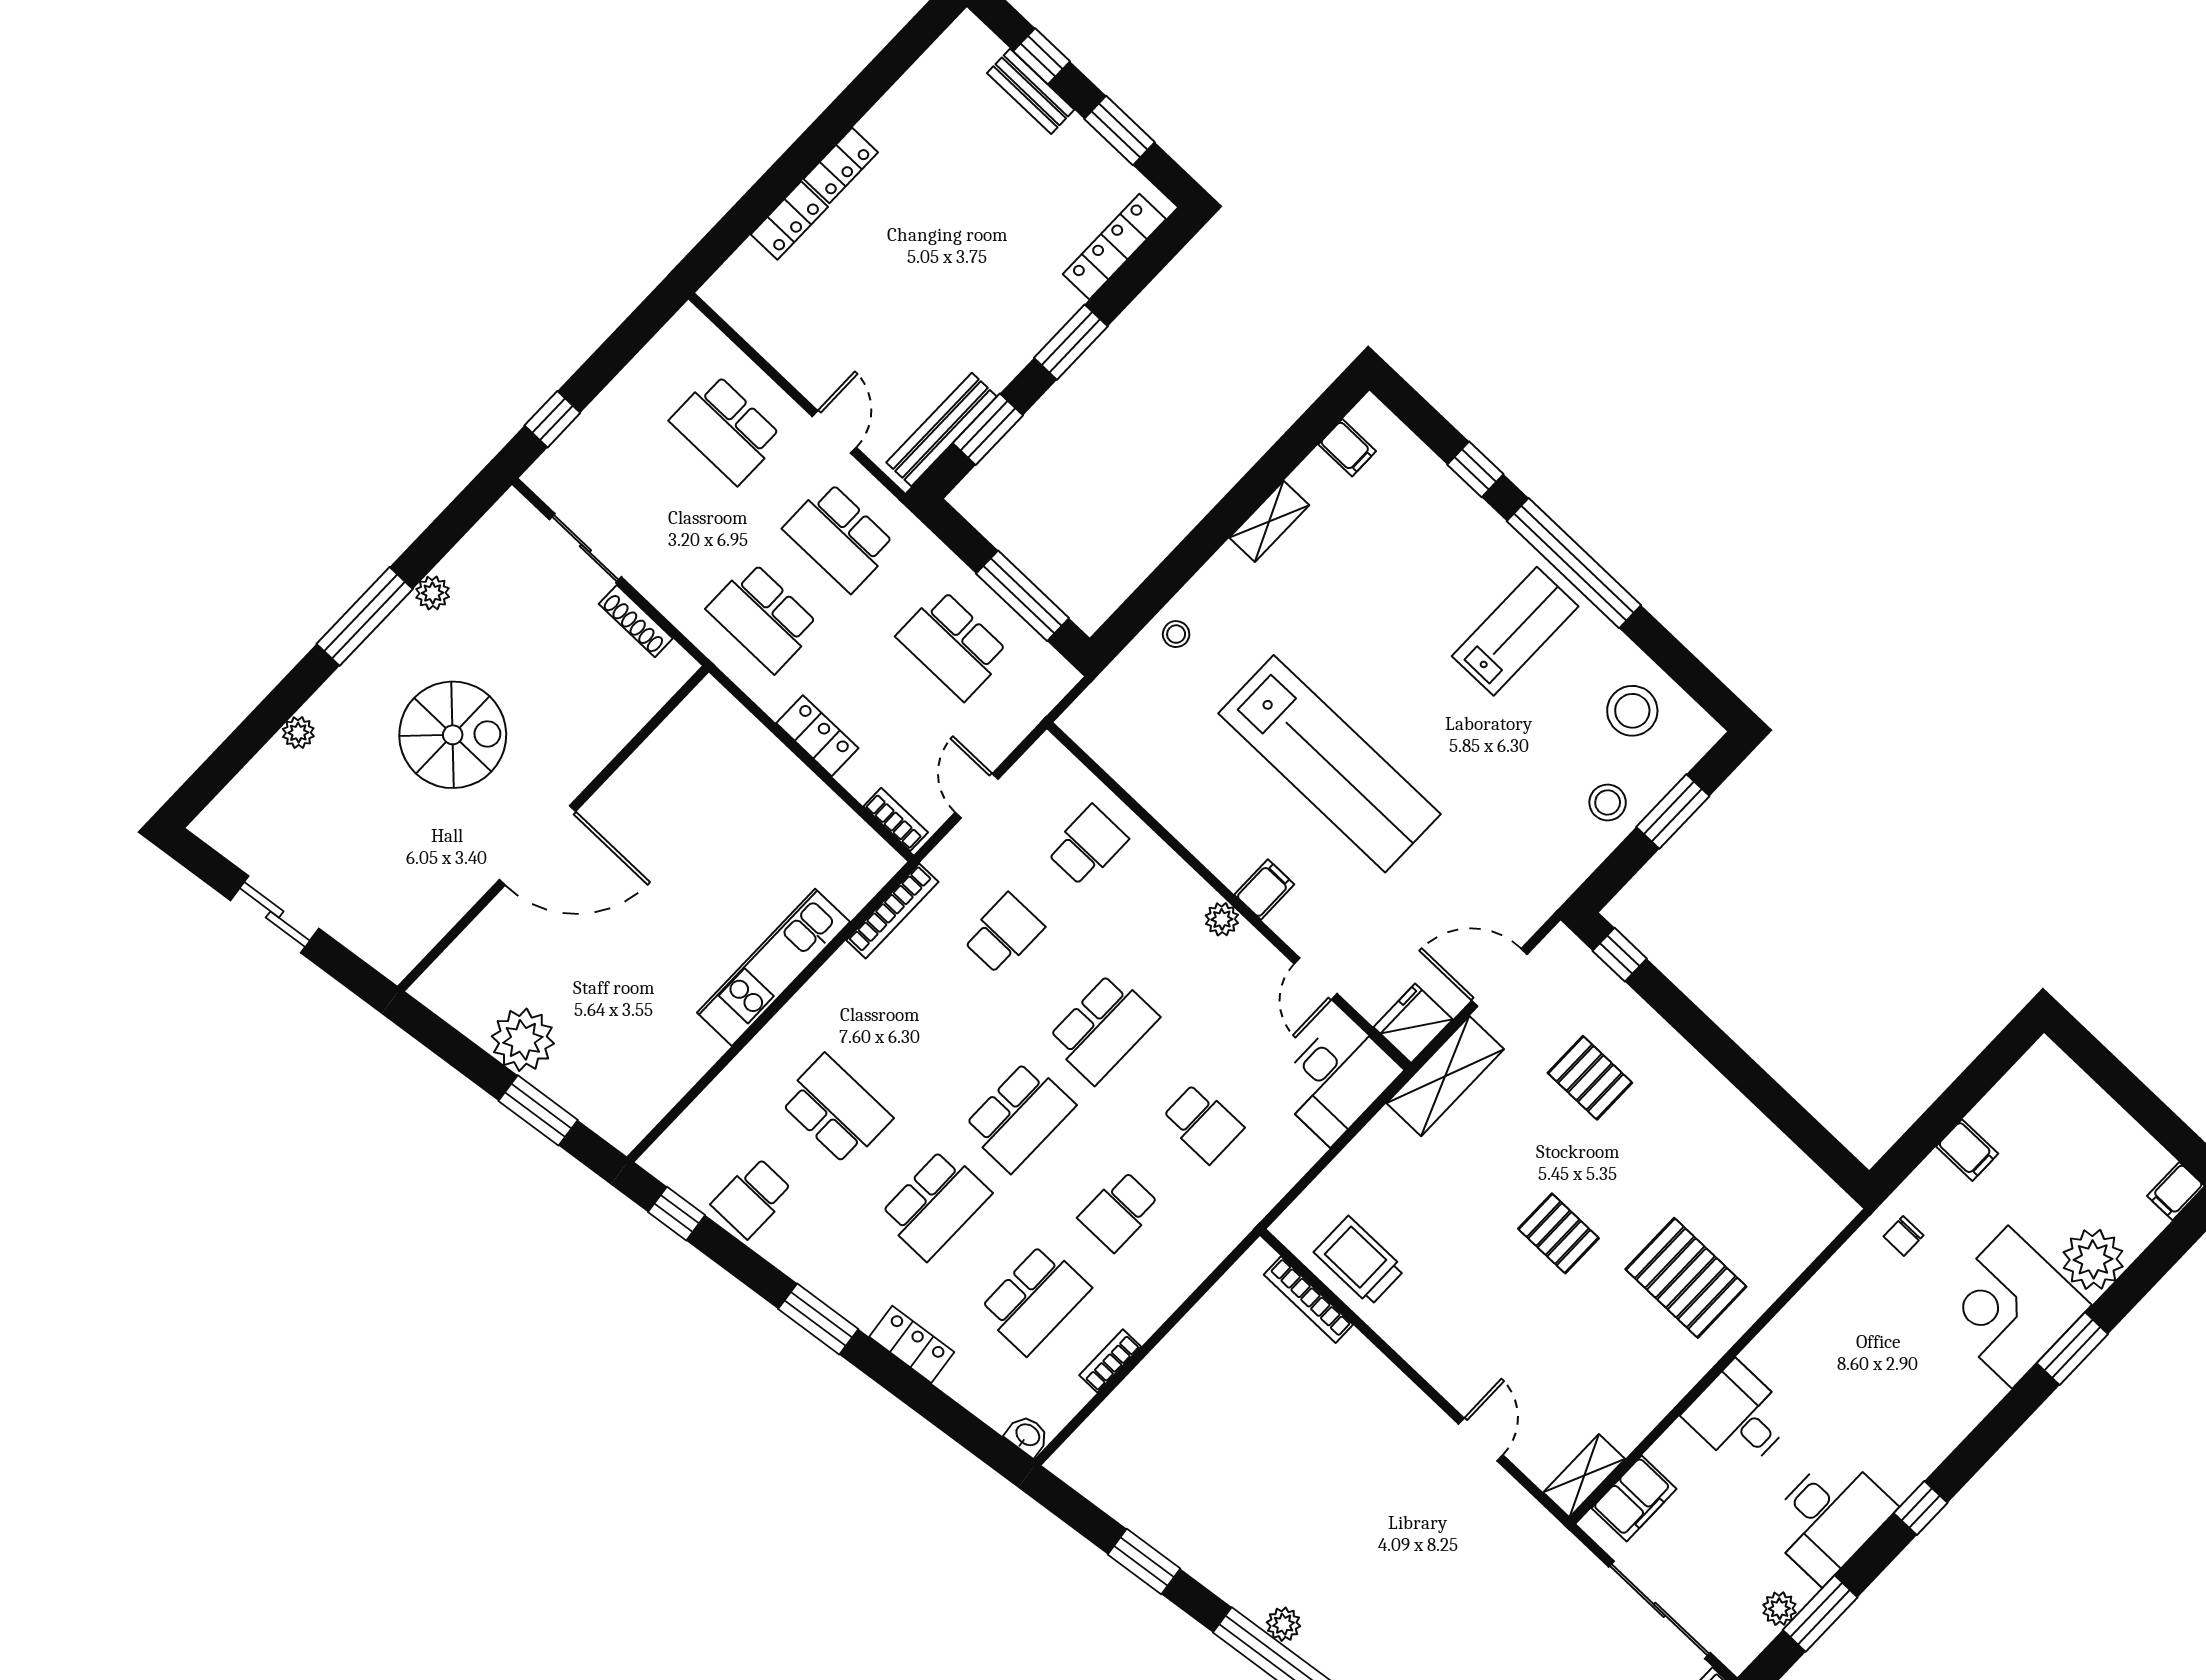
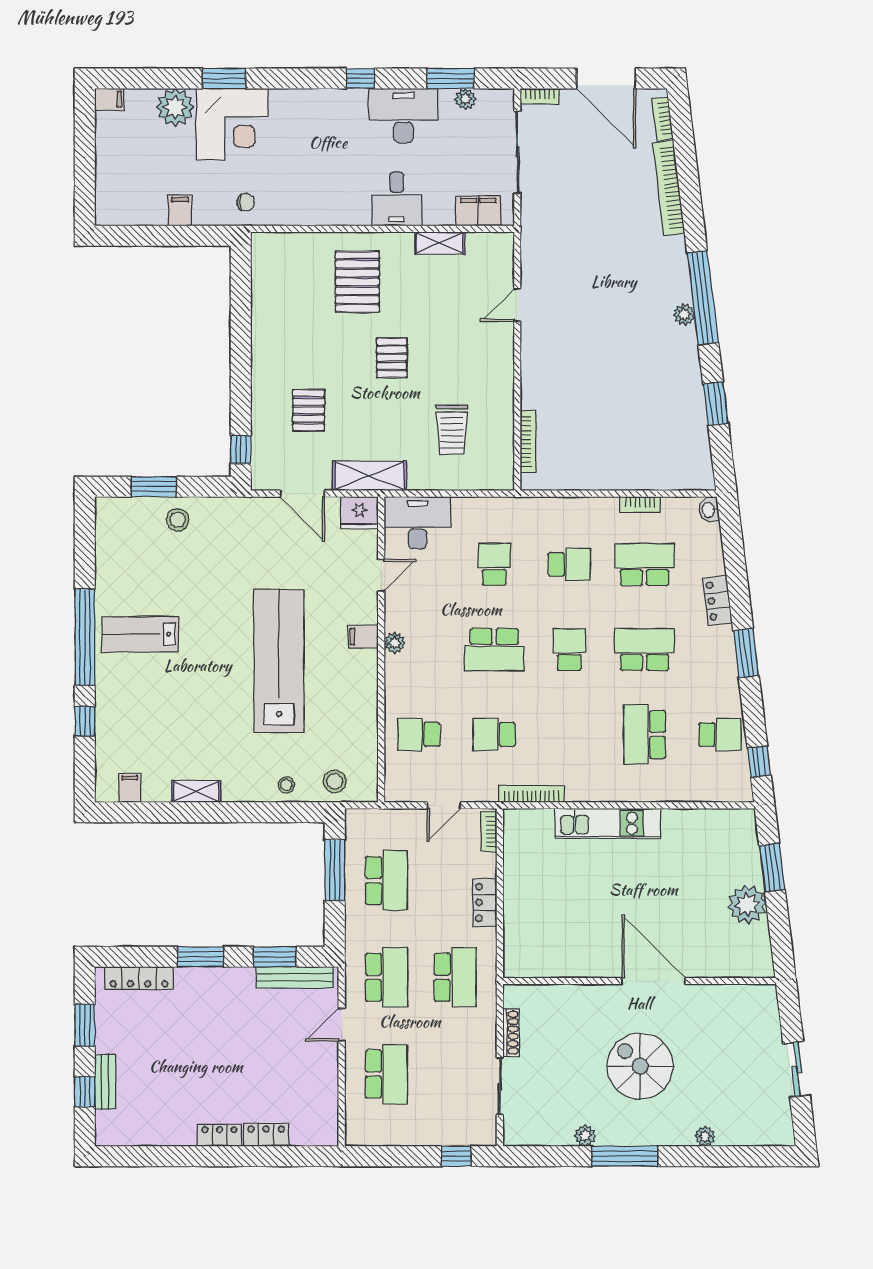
stool: (1632, 711) -> (335, 781), moved, width x0.73, depth x0.73
school desk: (1103, 1028) -> (494, 649), turned 180
school desk: (1019, 1116) -> (569, 649), width x0.54
trolley: (1359, 1261) -> (452, 430), moved
shelving: (1584, 1476) -> (440, 243), moved

